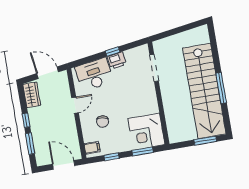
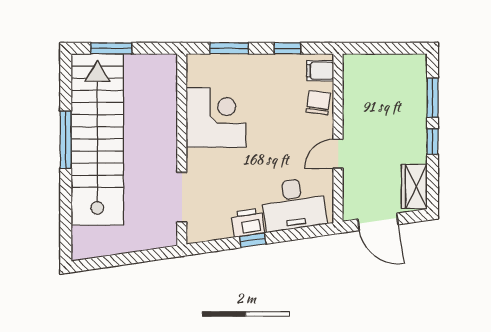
chair: (103, 122) -> (318, 102), moved
corner desk: (146, 131) -> (216, 117), moved
door: (64, 165) -> (378, 48), removed

